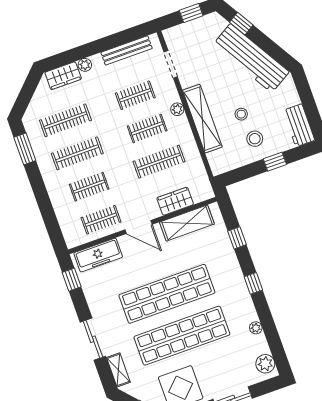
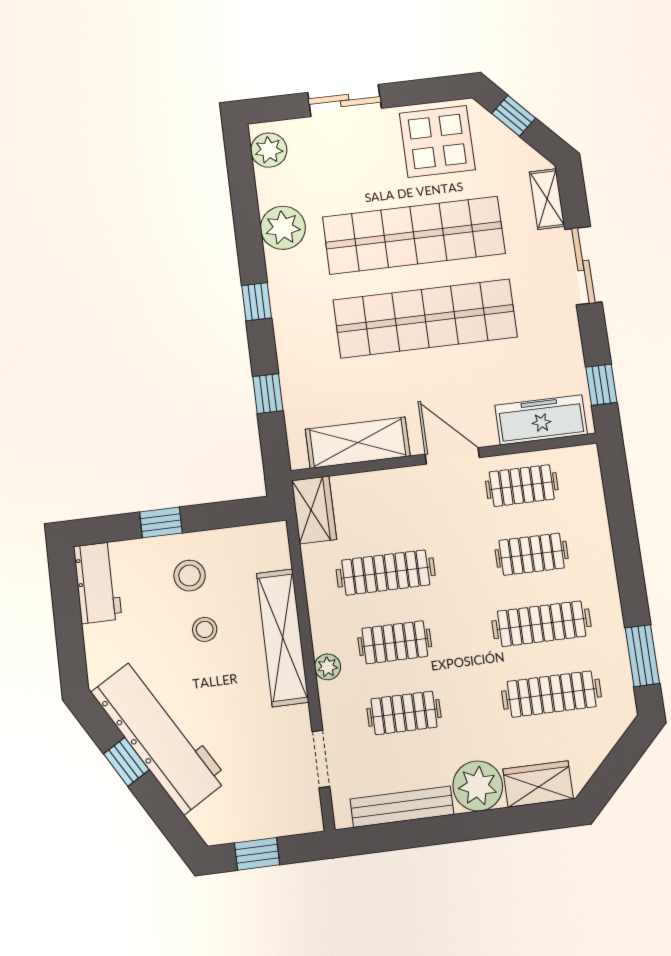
window: (241, 24) -> (126, 762), moved
plant: (85, 65) -> (478, 786), width x1.88, depth x1.88
wardrobe: (175, 201) -> (314, 510), moved, turned -90
plant: (256, 328) -> (283, 228), width x1.88, depth x1.88

